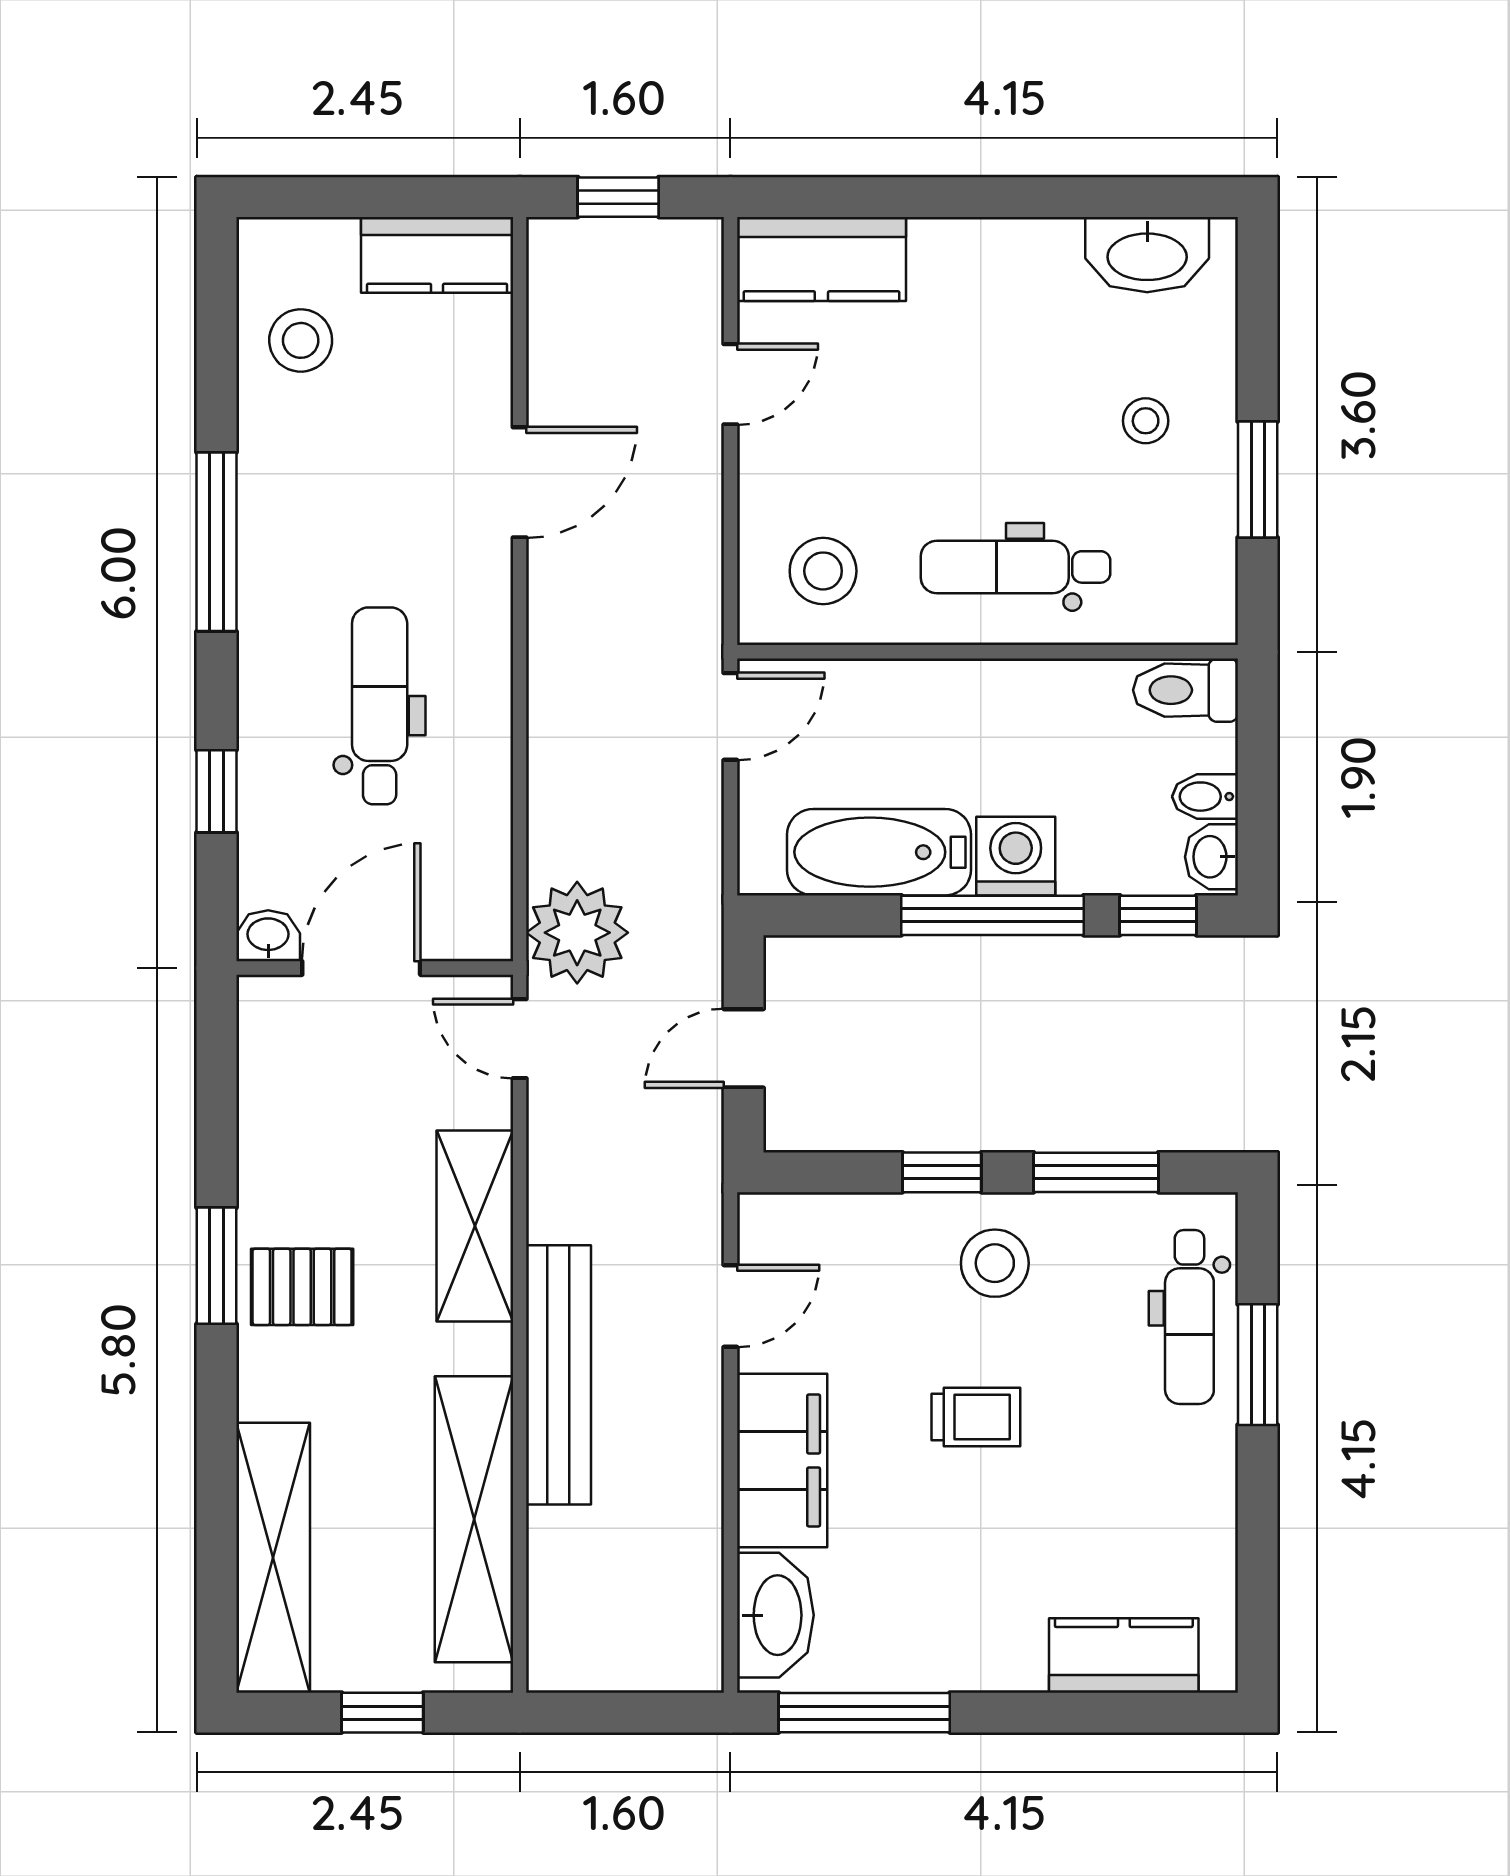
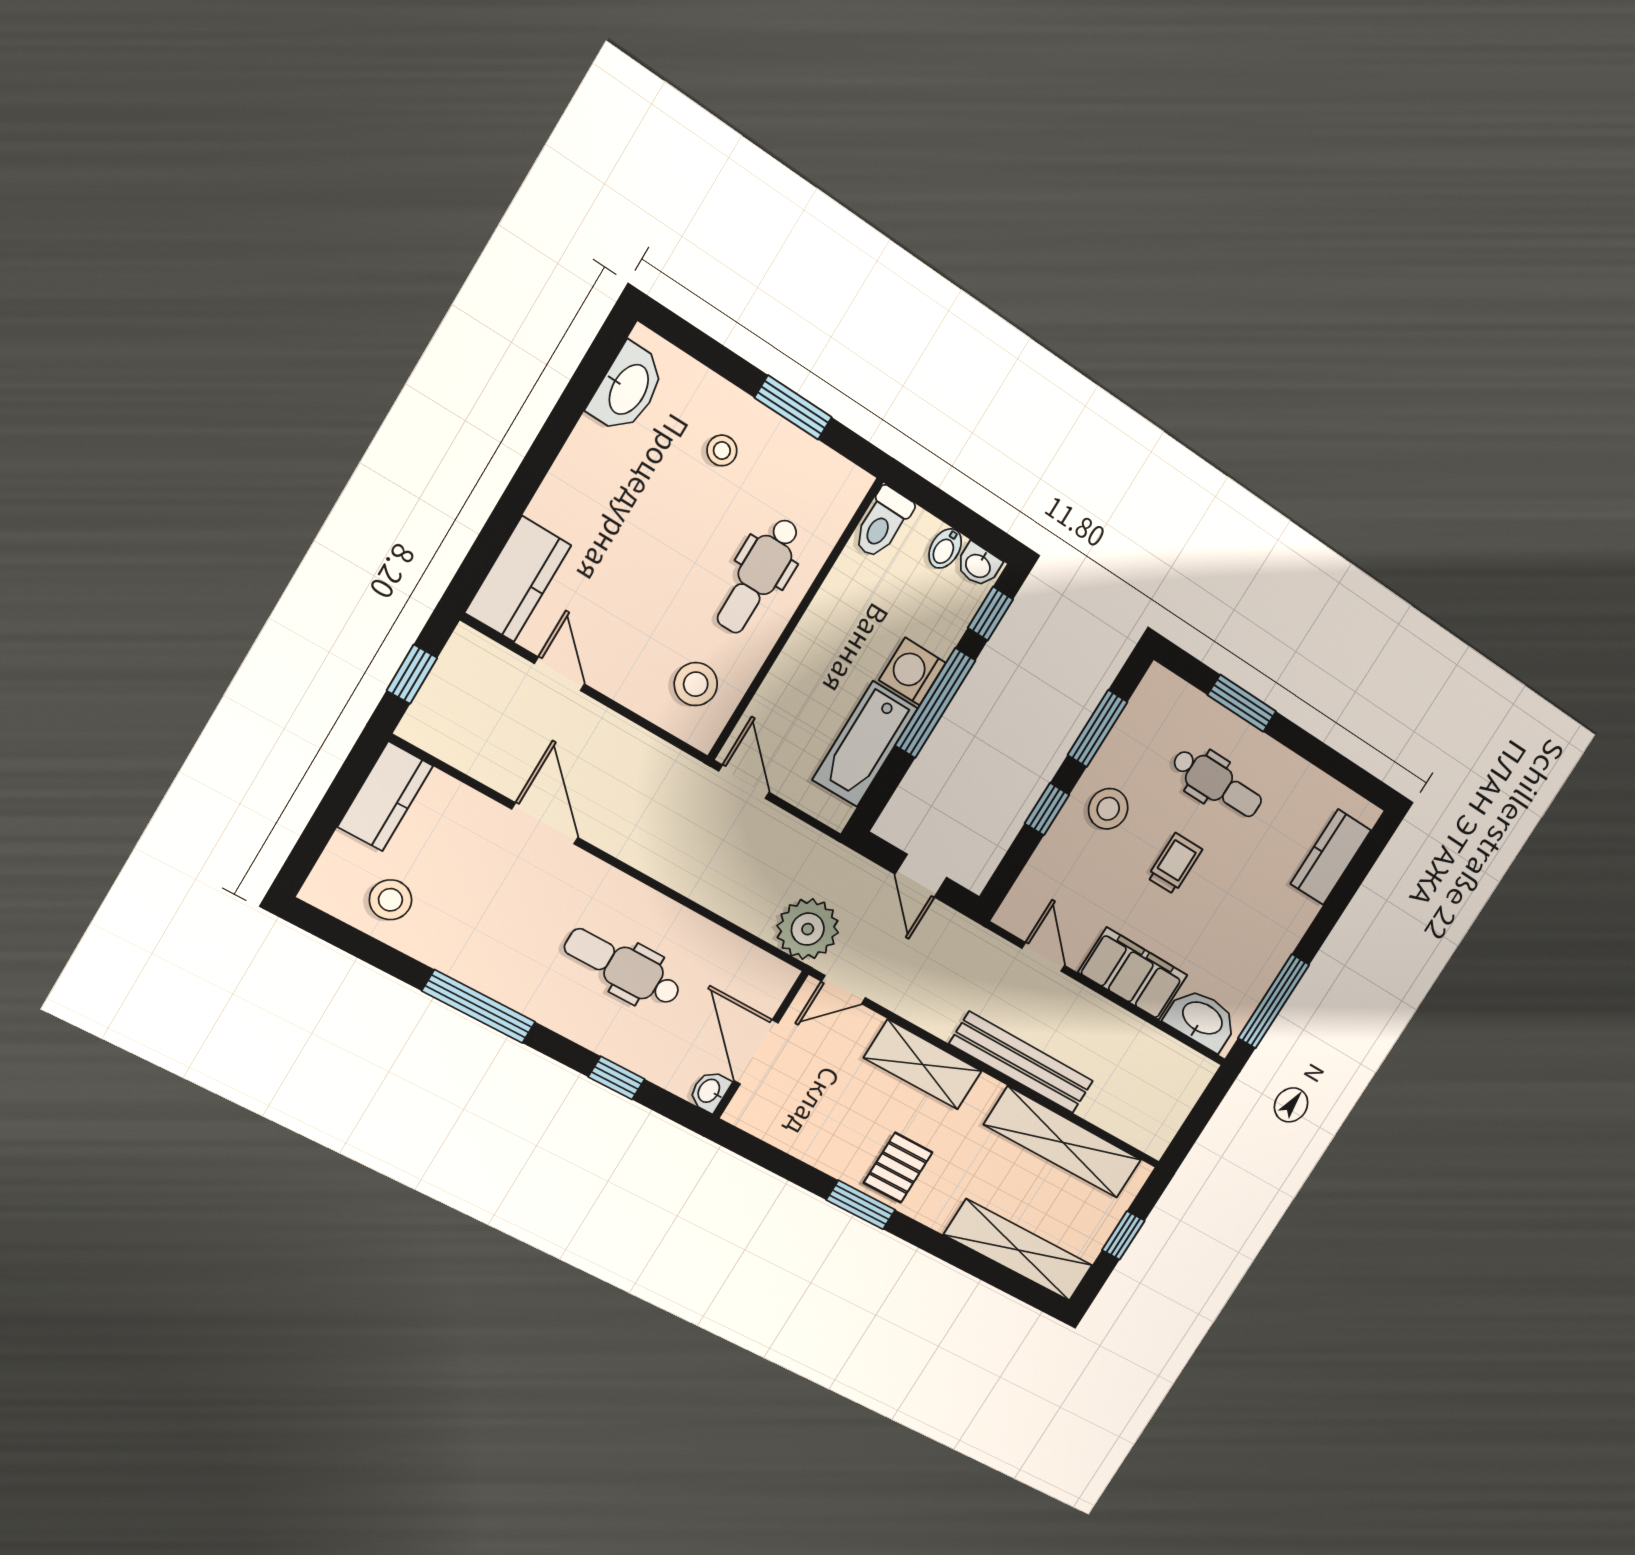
dental chair: (1189, 1317) -> (1217, 783), moved

